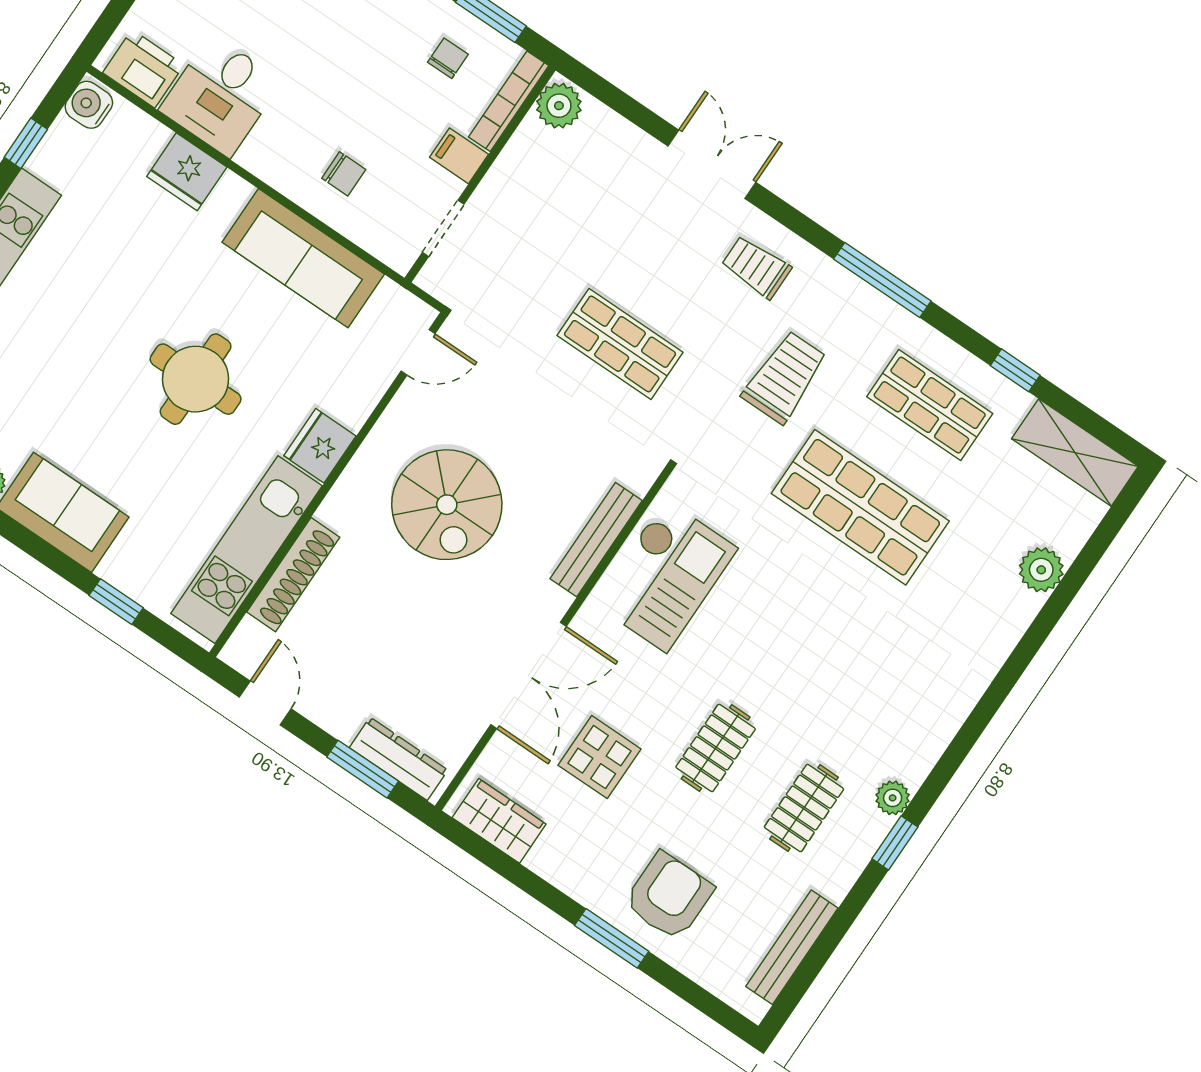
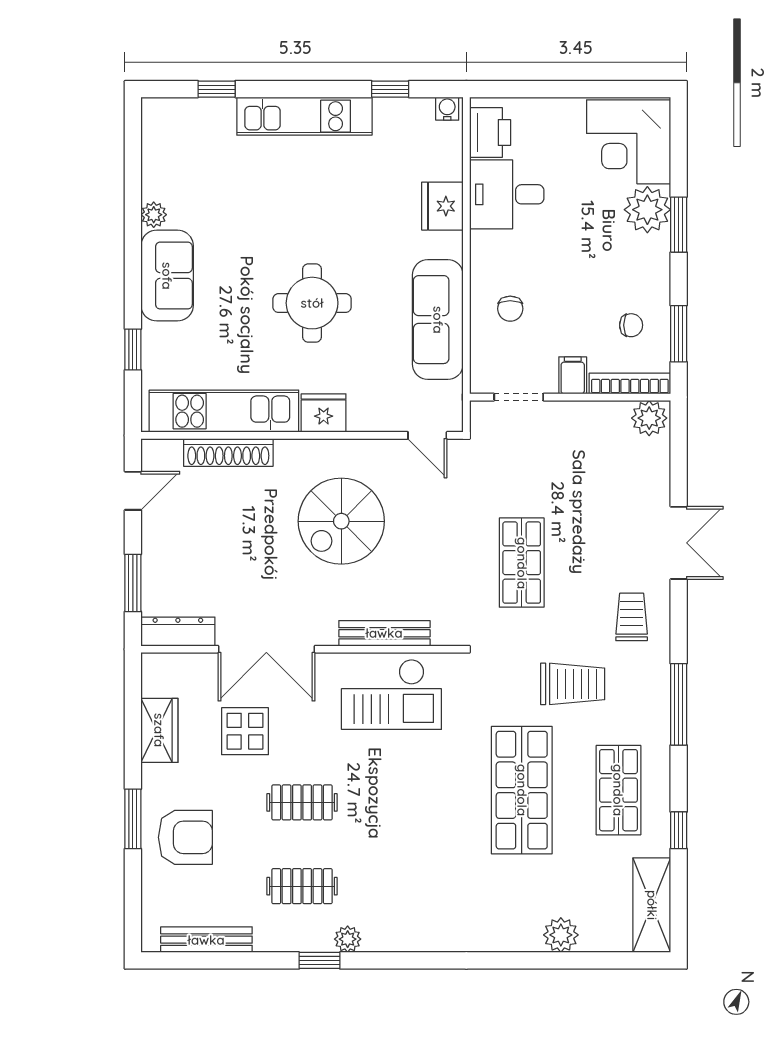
water cooler: (89, 105) -> (447, 109), width x0.72, depth x0.72
dresser: (399, 759) -> (178, 632), moved, turned -90
wardrobe: (499, 821) -> (159, 730), moved

